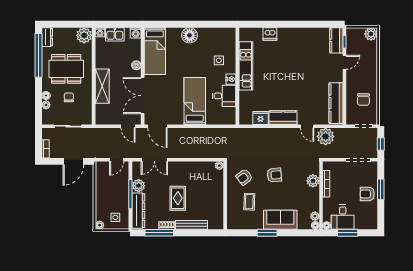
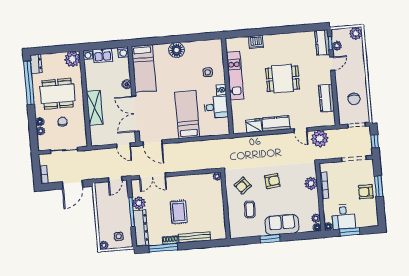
plant: (351, 45) -> (337, 46), added
dining table: (293, 73) -> (283, 79), added
kitchen counter: (336, 103) -> (327, 98), width x0.67

